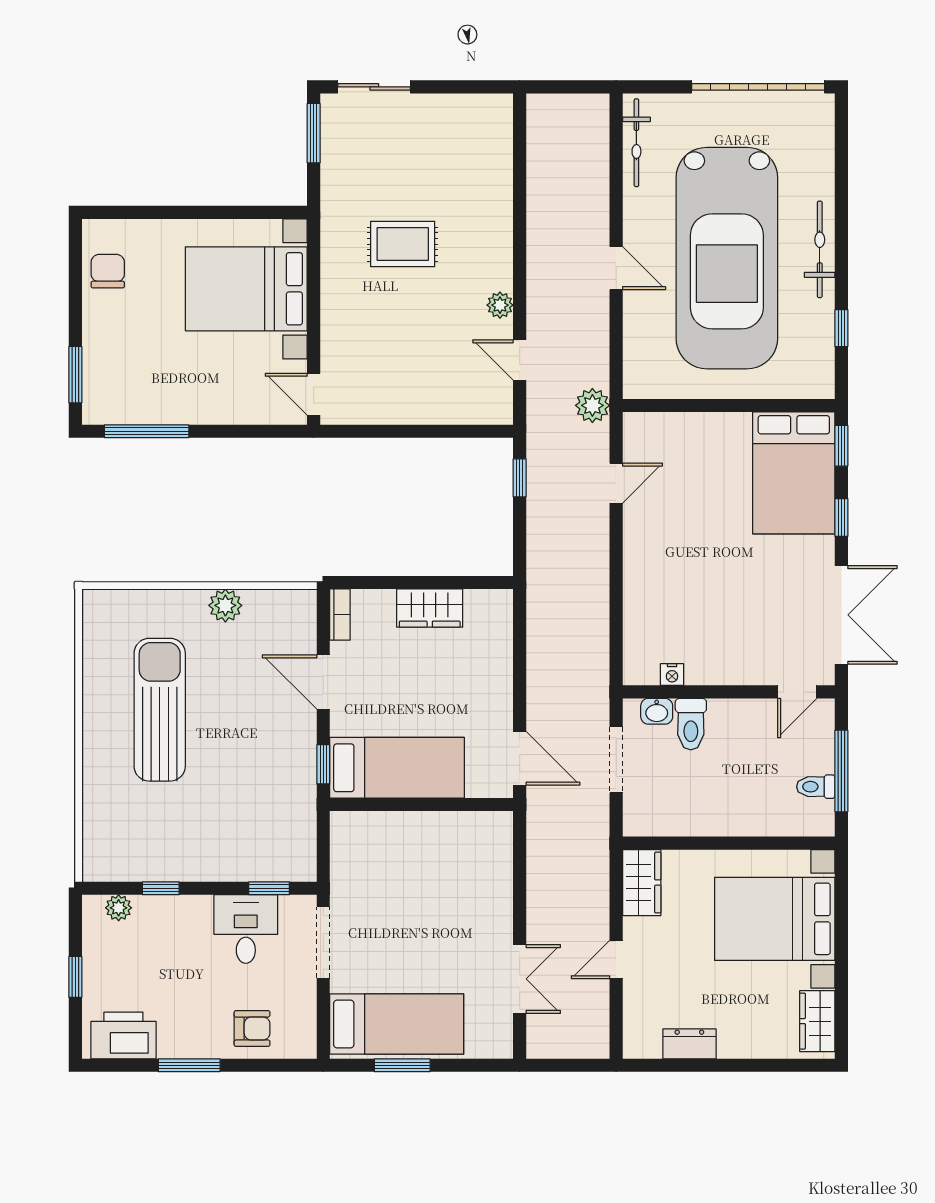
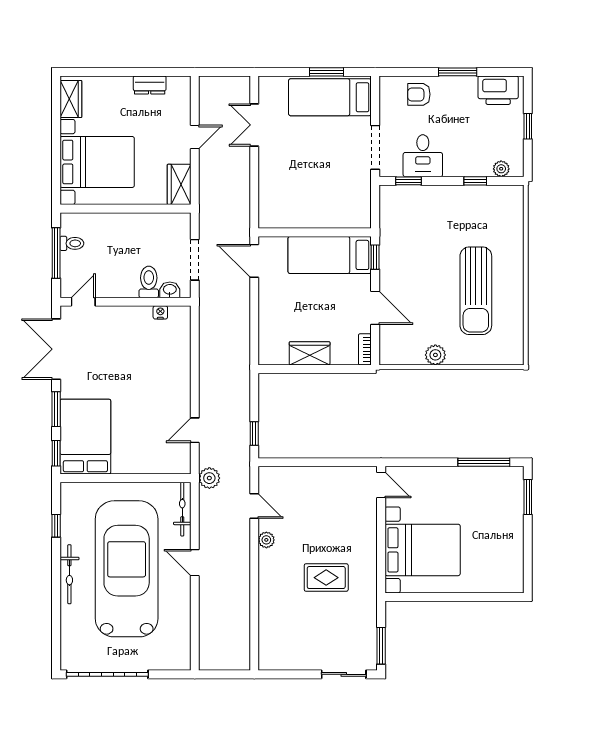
bicycle: (636, 143) -> (182, 509), moved
chair: (108, 271) -> (508, 561), removed
window: (841, 517) -> (56, 409), width x1.50

